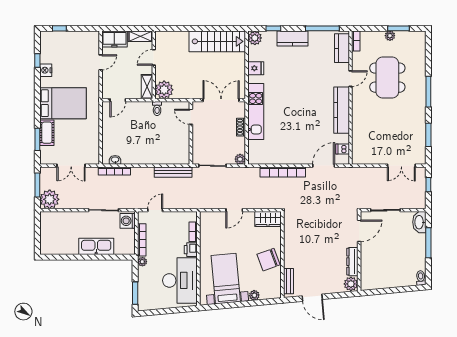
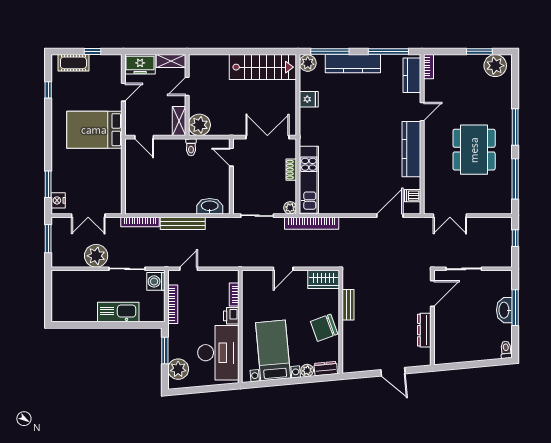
window: (59, 28) -> (93, 51), moved
window: (273, 28) -> (330, 51), width x2.17
plant: (390, 36) -> (495, 66), moved, width x1.88, depth x1.88
kitchen counter: (293, 38) -> (353, 64), width x1.50
nightstand: (46, 70) -> (58, 200), moved
dining table: (387, 78) -> (474, 150), moved
door: (118, 100) -> (144, 137), hinge flipped
bed: (63, 103) -> (94, 130), moved, turned 180
kitchen unit: (256, 111) -> (309, 180), moved
cot: (47, 133) -> (73, 63), moved, turned 90
window: (428, 135) -> (515, 179), width x1.44
washbasin: (115, 160) -> (210, 206), moved, width x1.91, depth x1.45
double door: (401, 166) -> (450, 216), moved
bench: (173, 172) -> (183, 223), moved
bookcase: (283, 172) -> (312, 223), moved
plant: (50, 199) -> (96, 256), moved
washbasin: (419, 222) -> (504, 310), moved
plant: (142, 262) -> (178, 369), moved, width x1.87, depth x1.87
bench: (289, 281) -> (348, 305), moved
plant: (351, 284) -> (423, 357), removed
window: (135, 293) -> (165, 351), moved
dresser: (270, 294) -> (326, 369), added
door: (312, 298) -> (393, 372), moved

